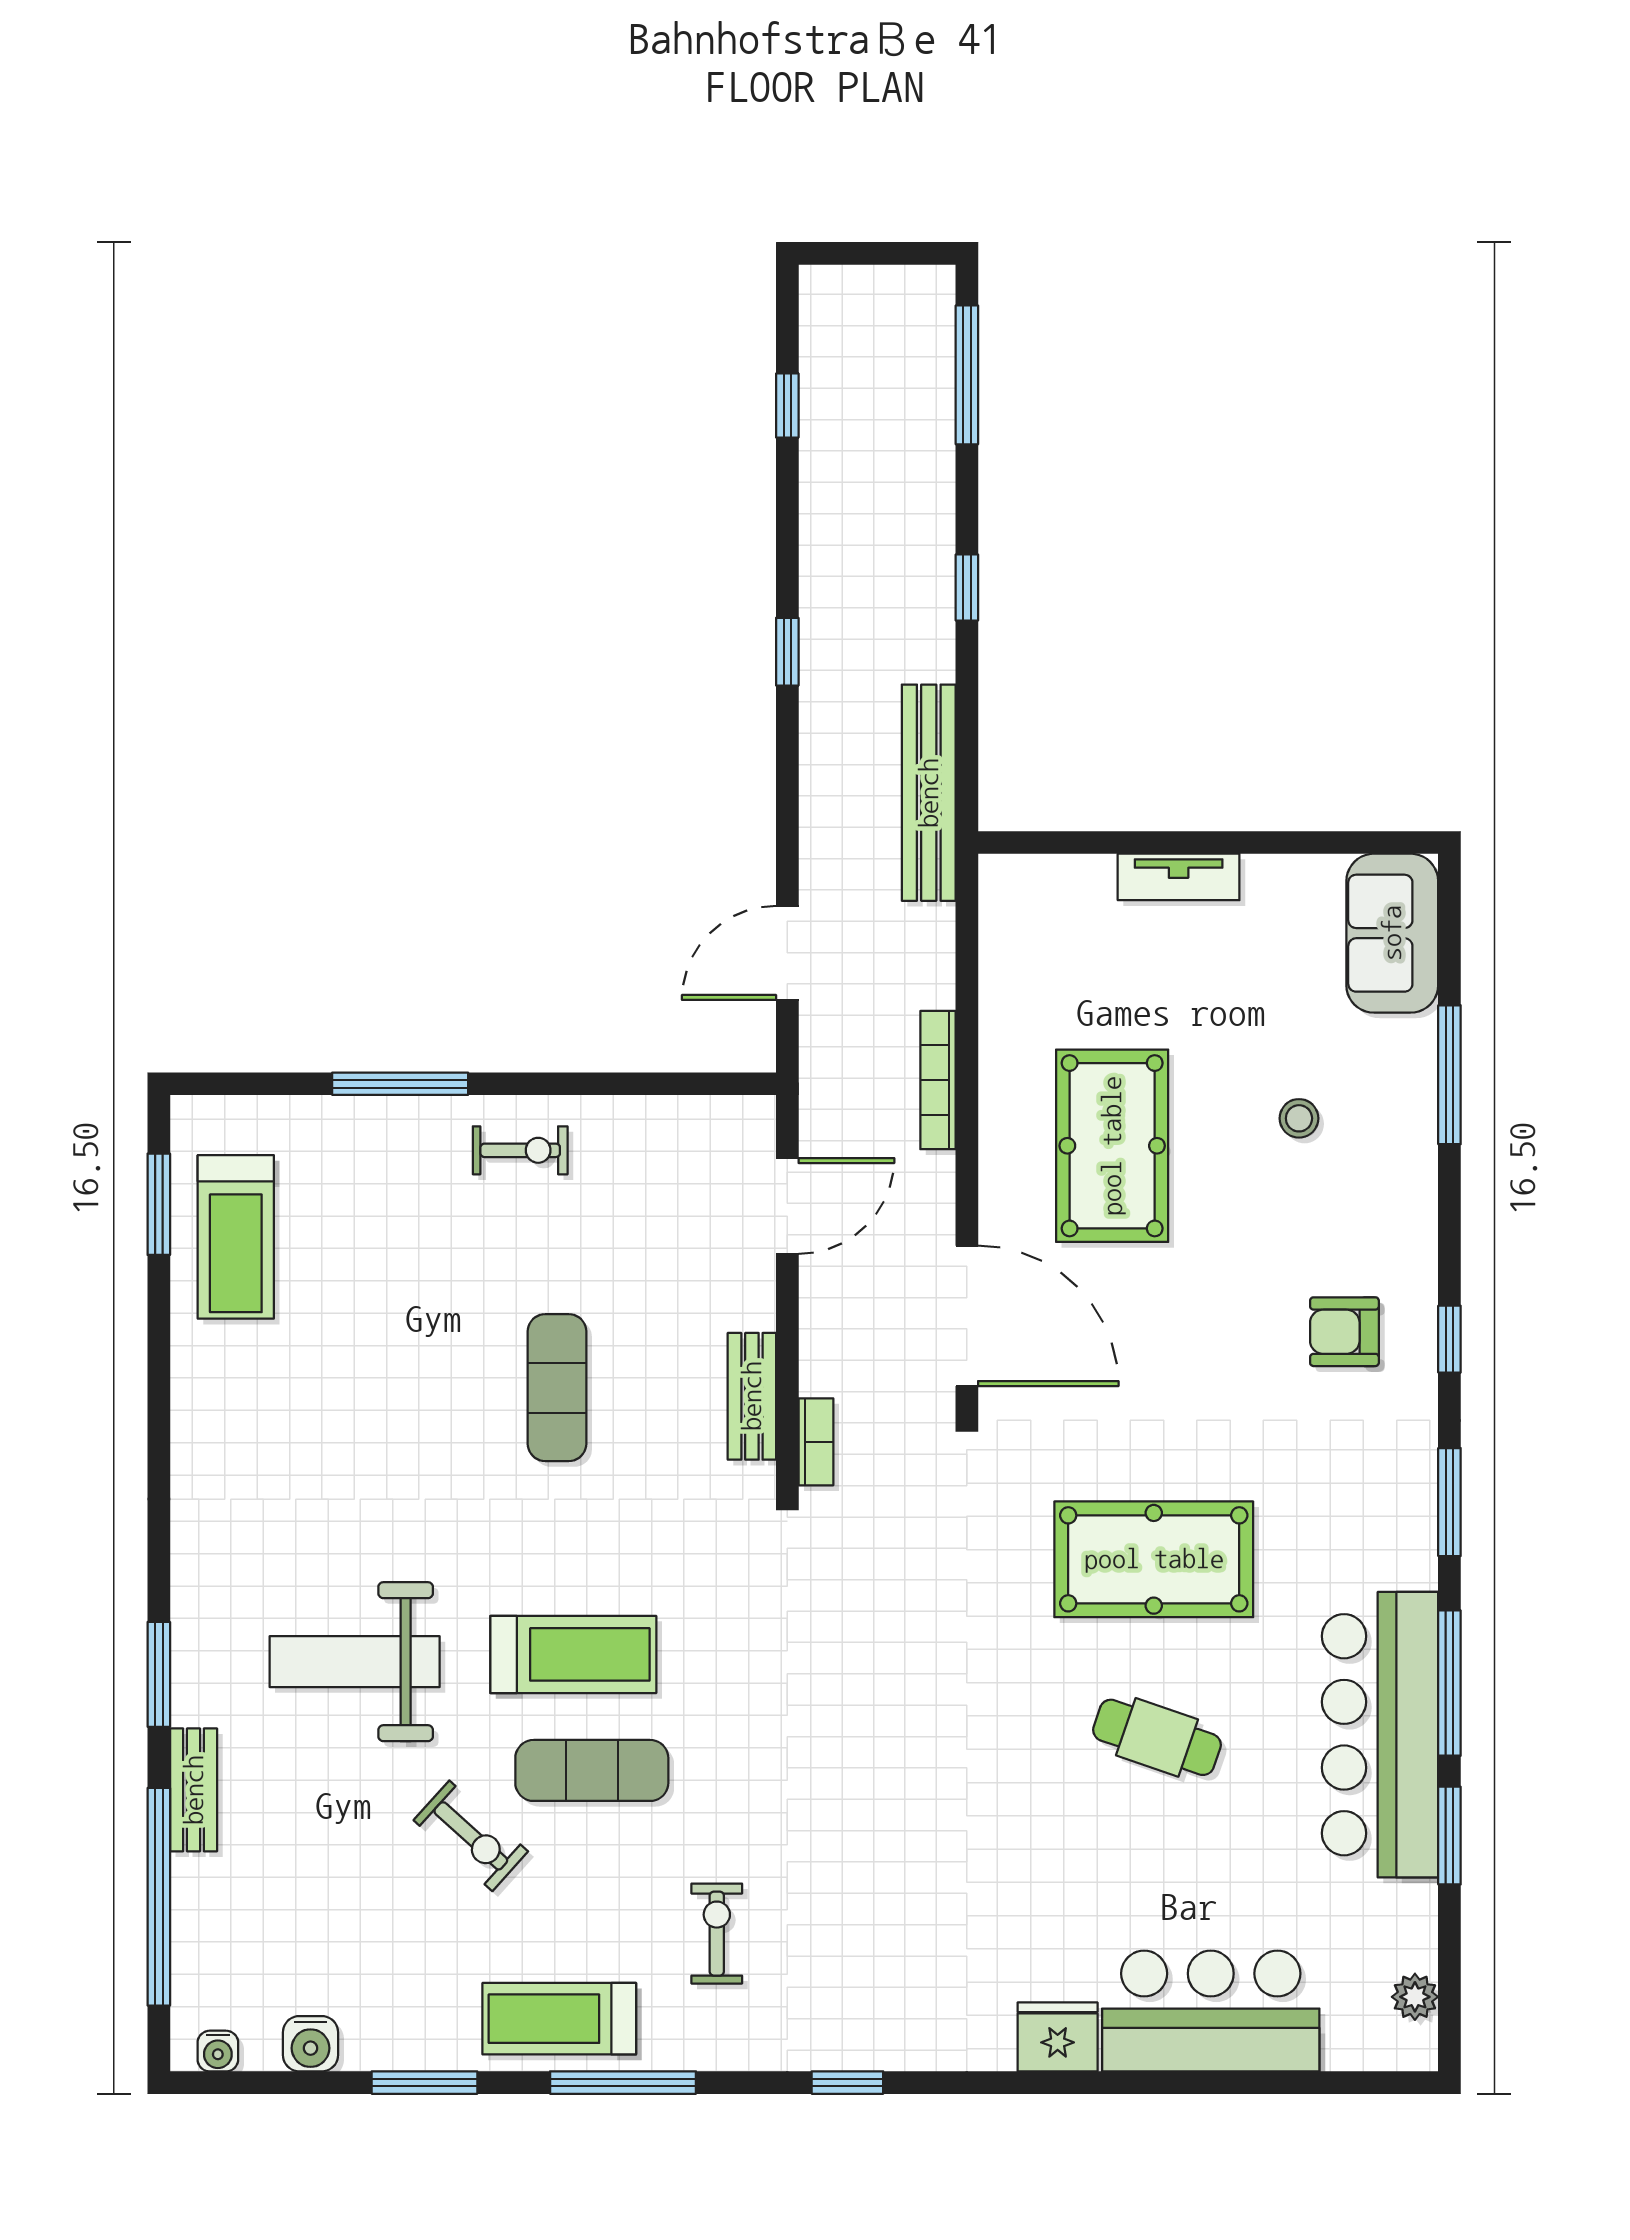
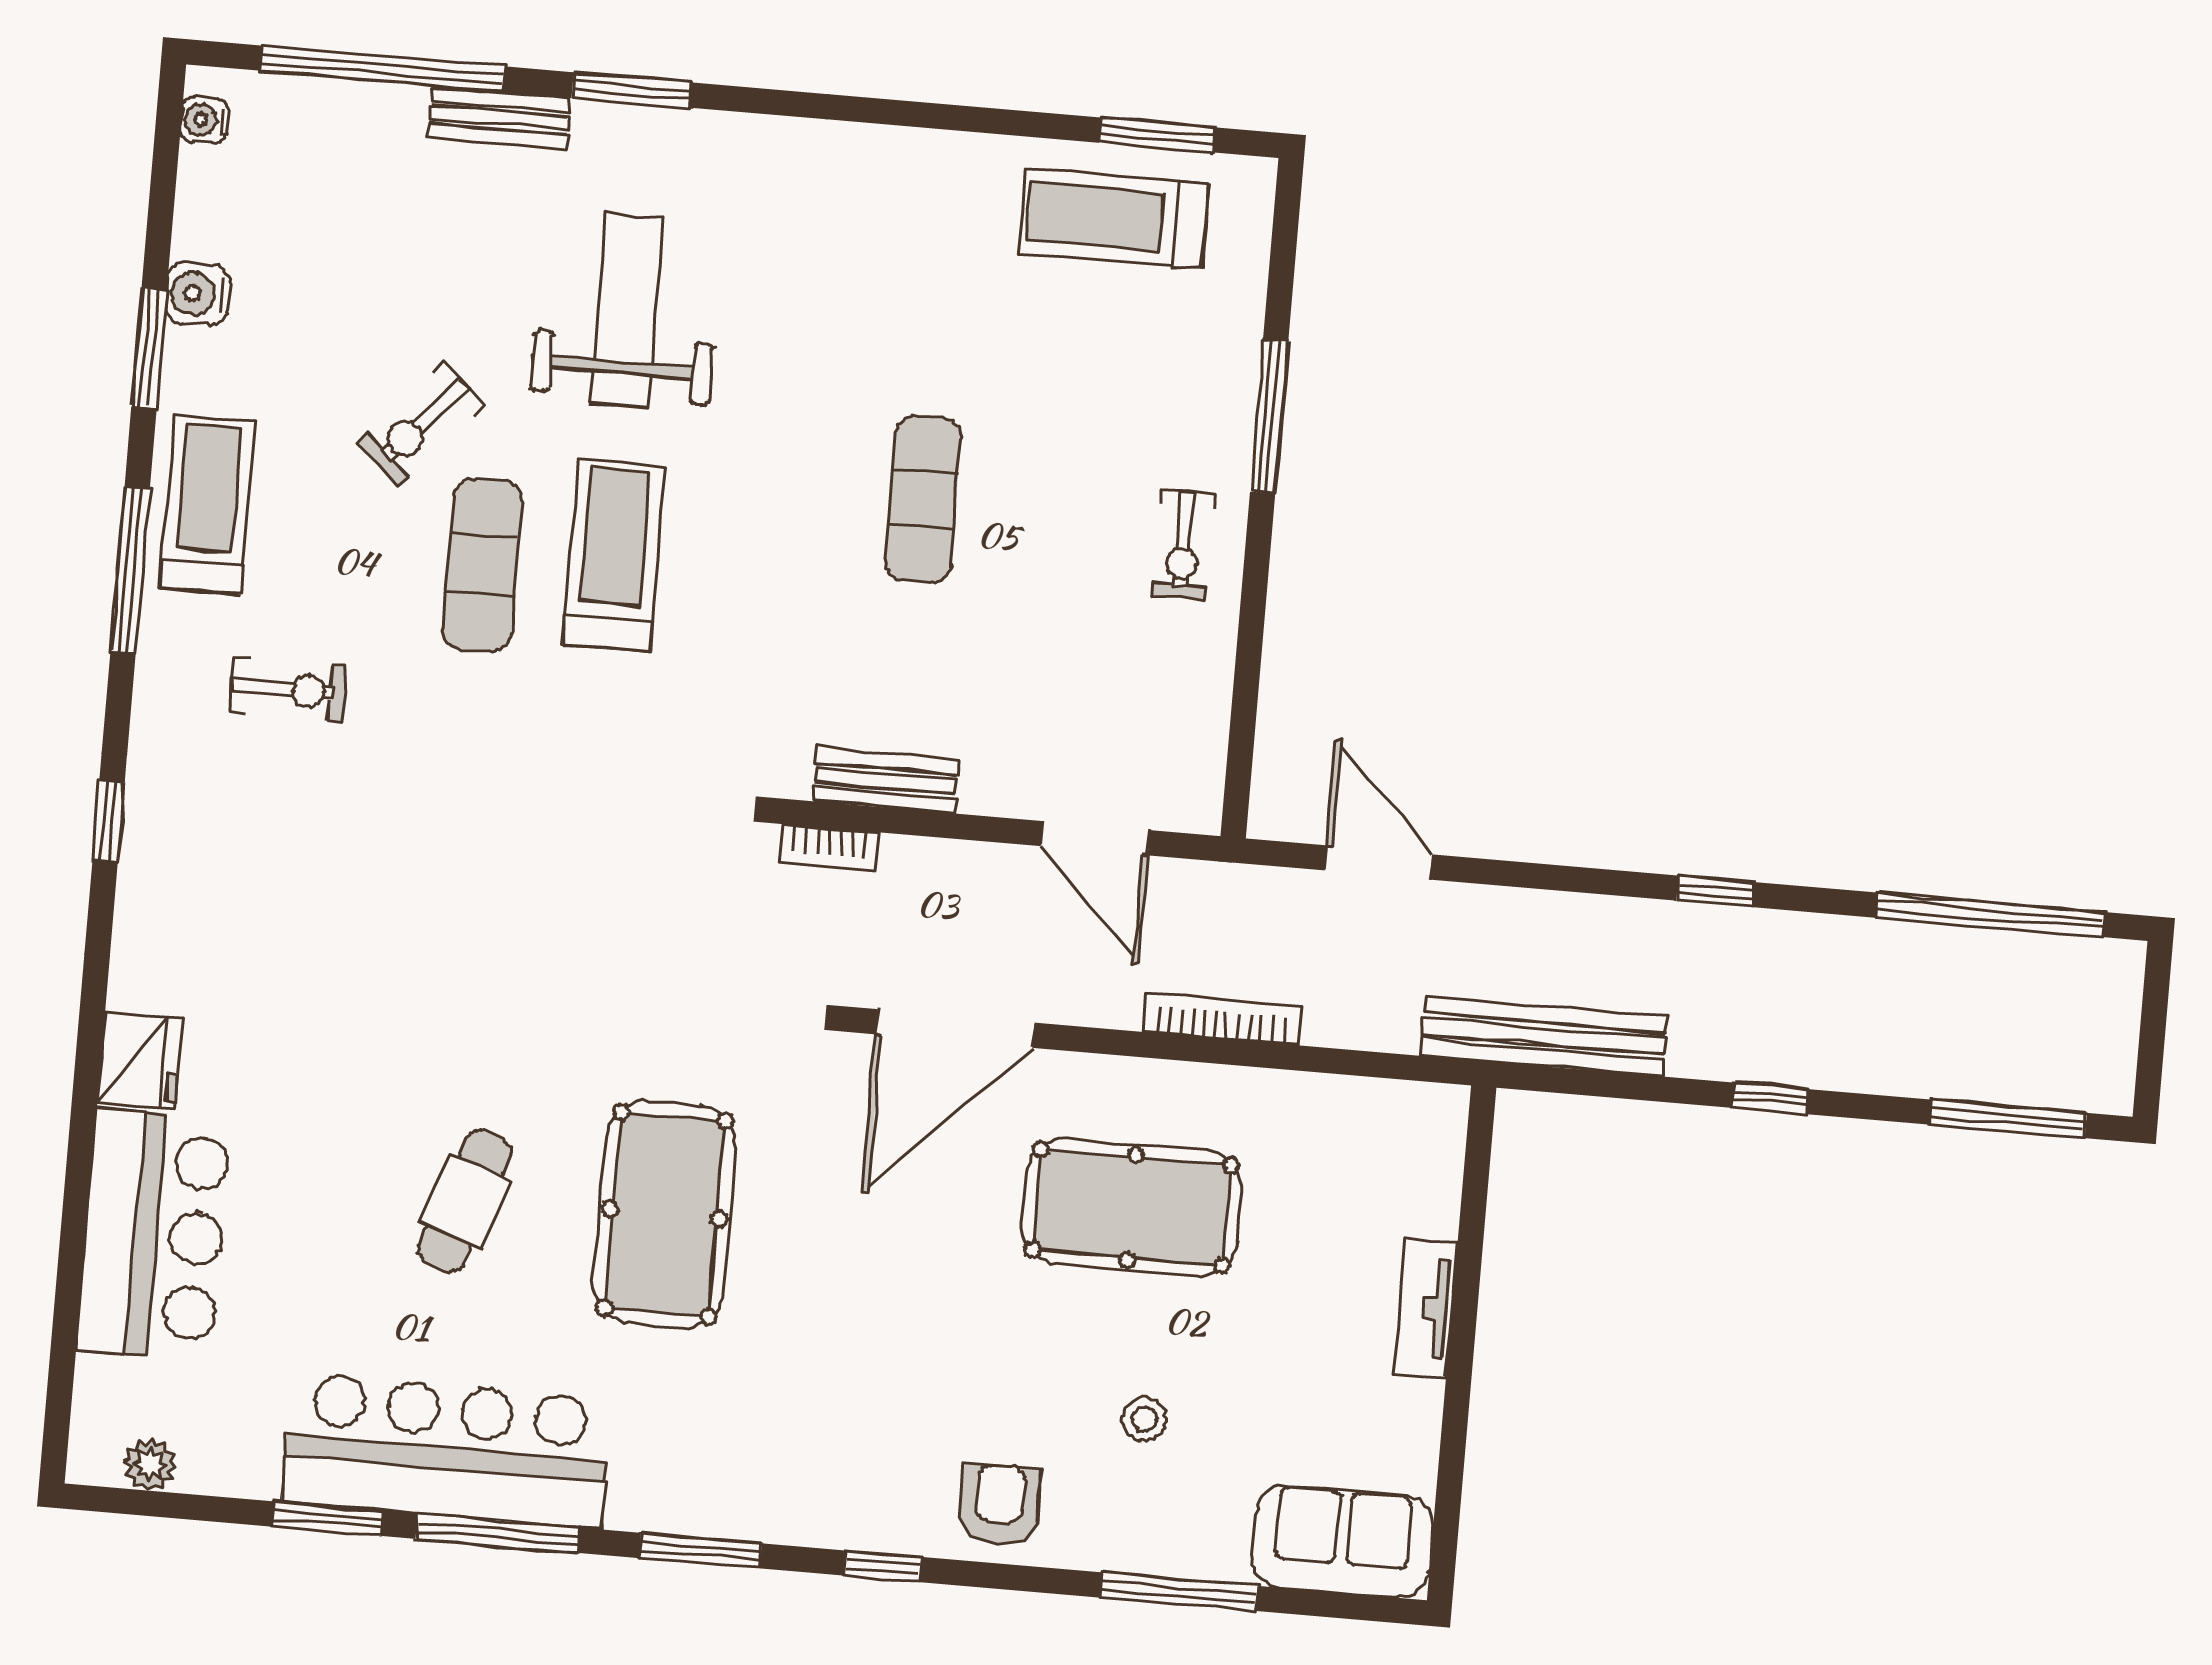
window: (787, 405) -> (1991, 915), width x3.17
armchair: (1344, 1332) -> (1000, 1505), moved
exercise mat: (557, 1388) -> (923, 499), moved, turned 90
treadmill: (573, 1654) -> (614, 556), turned 180
water cooler: (311, 2044) -> (198, 294), moved

